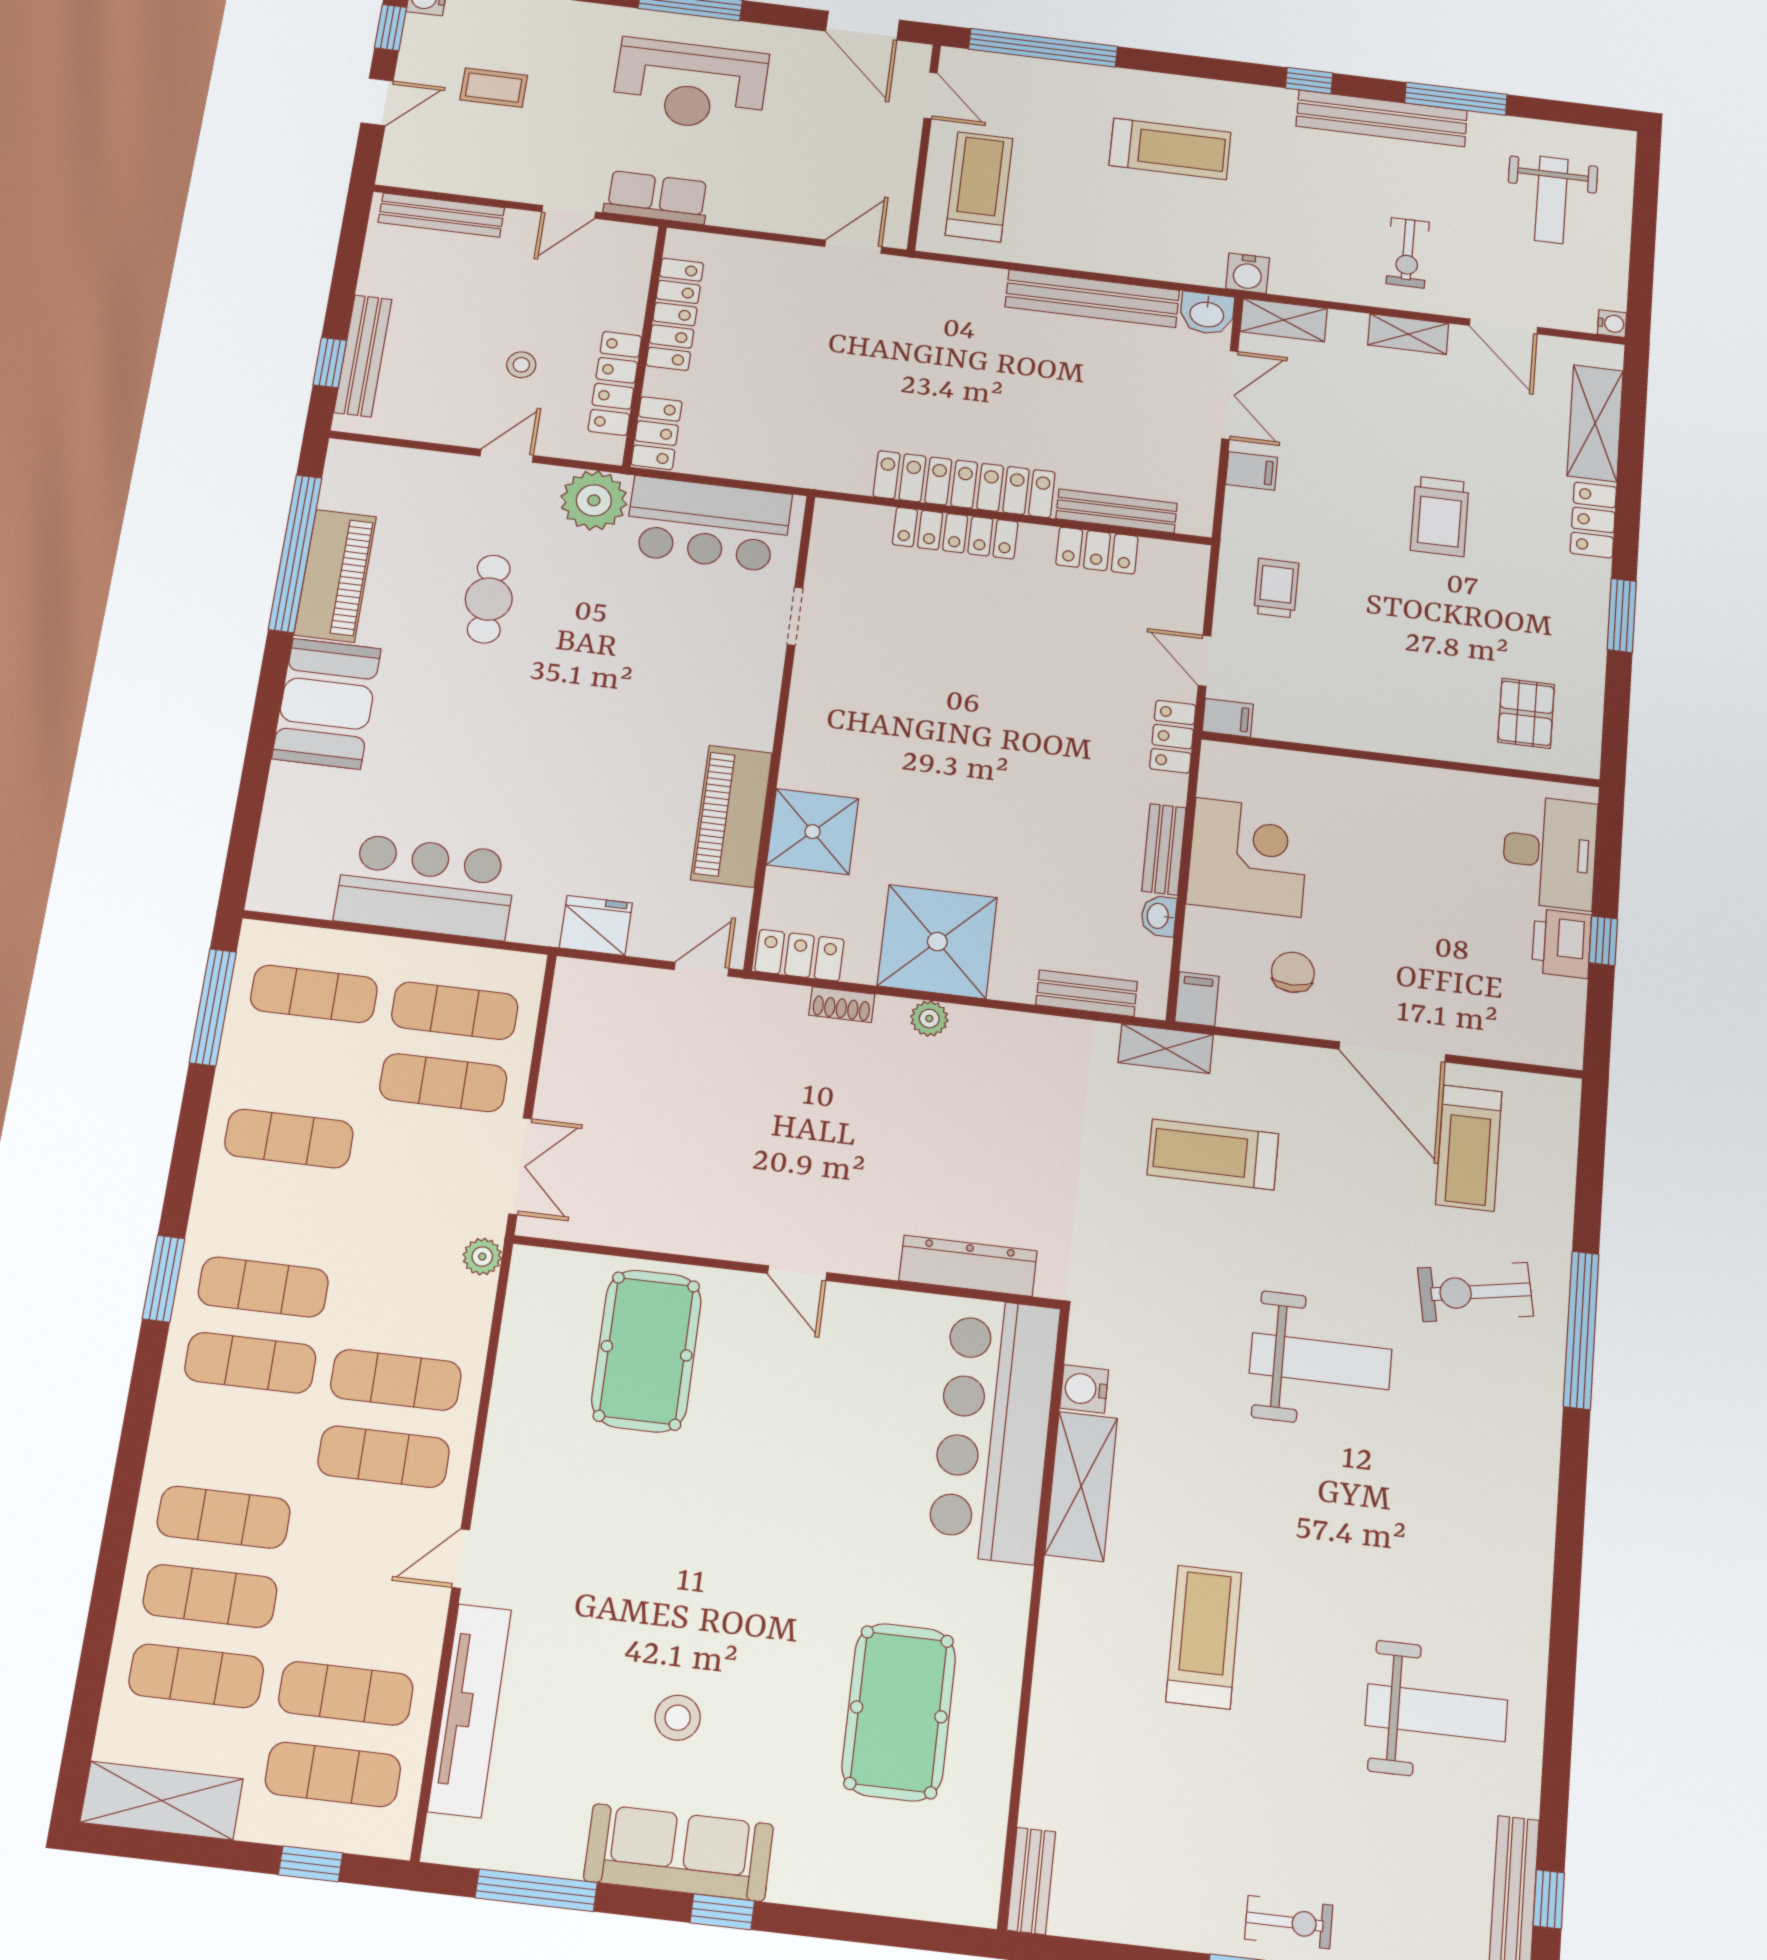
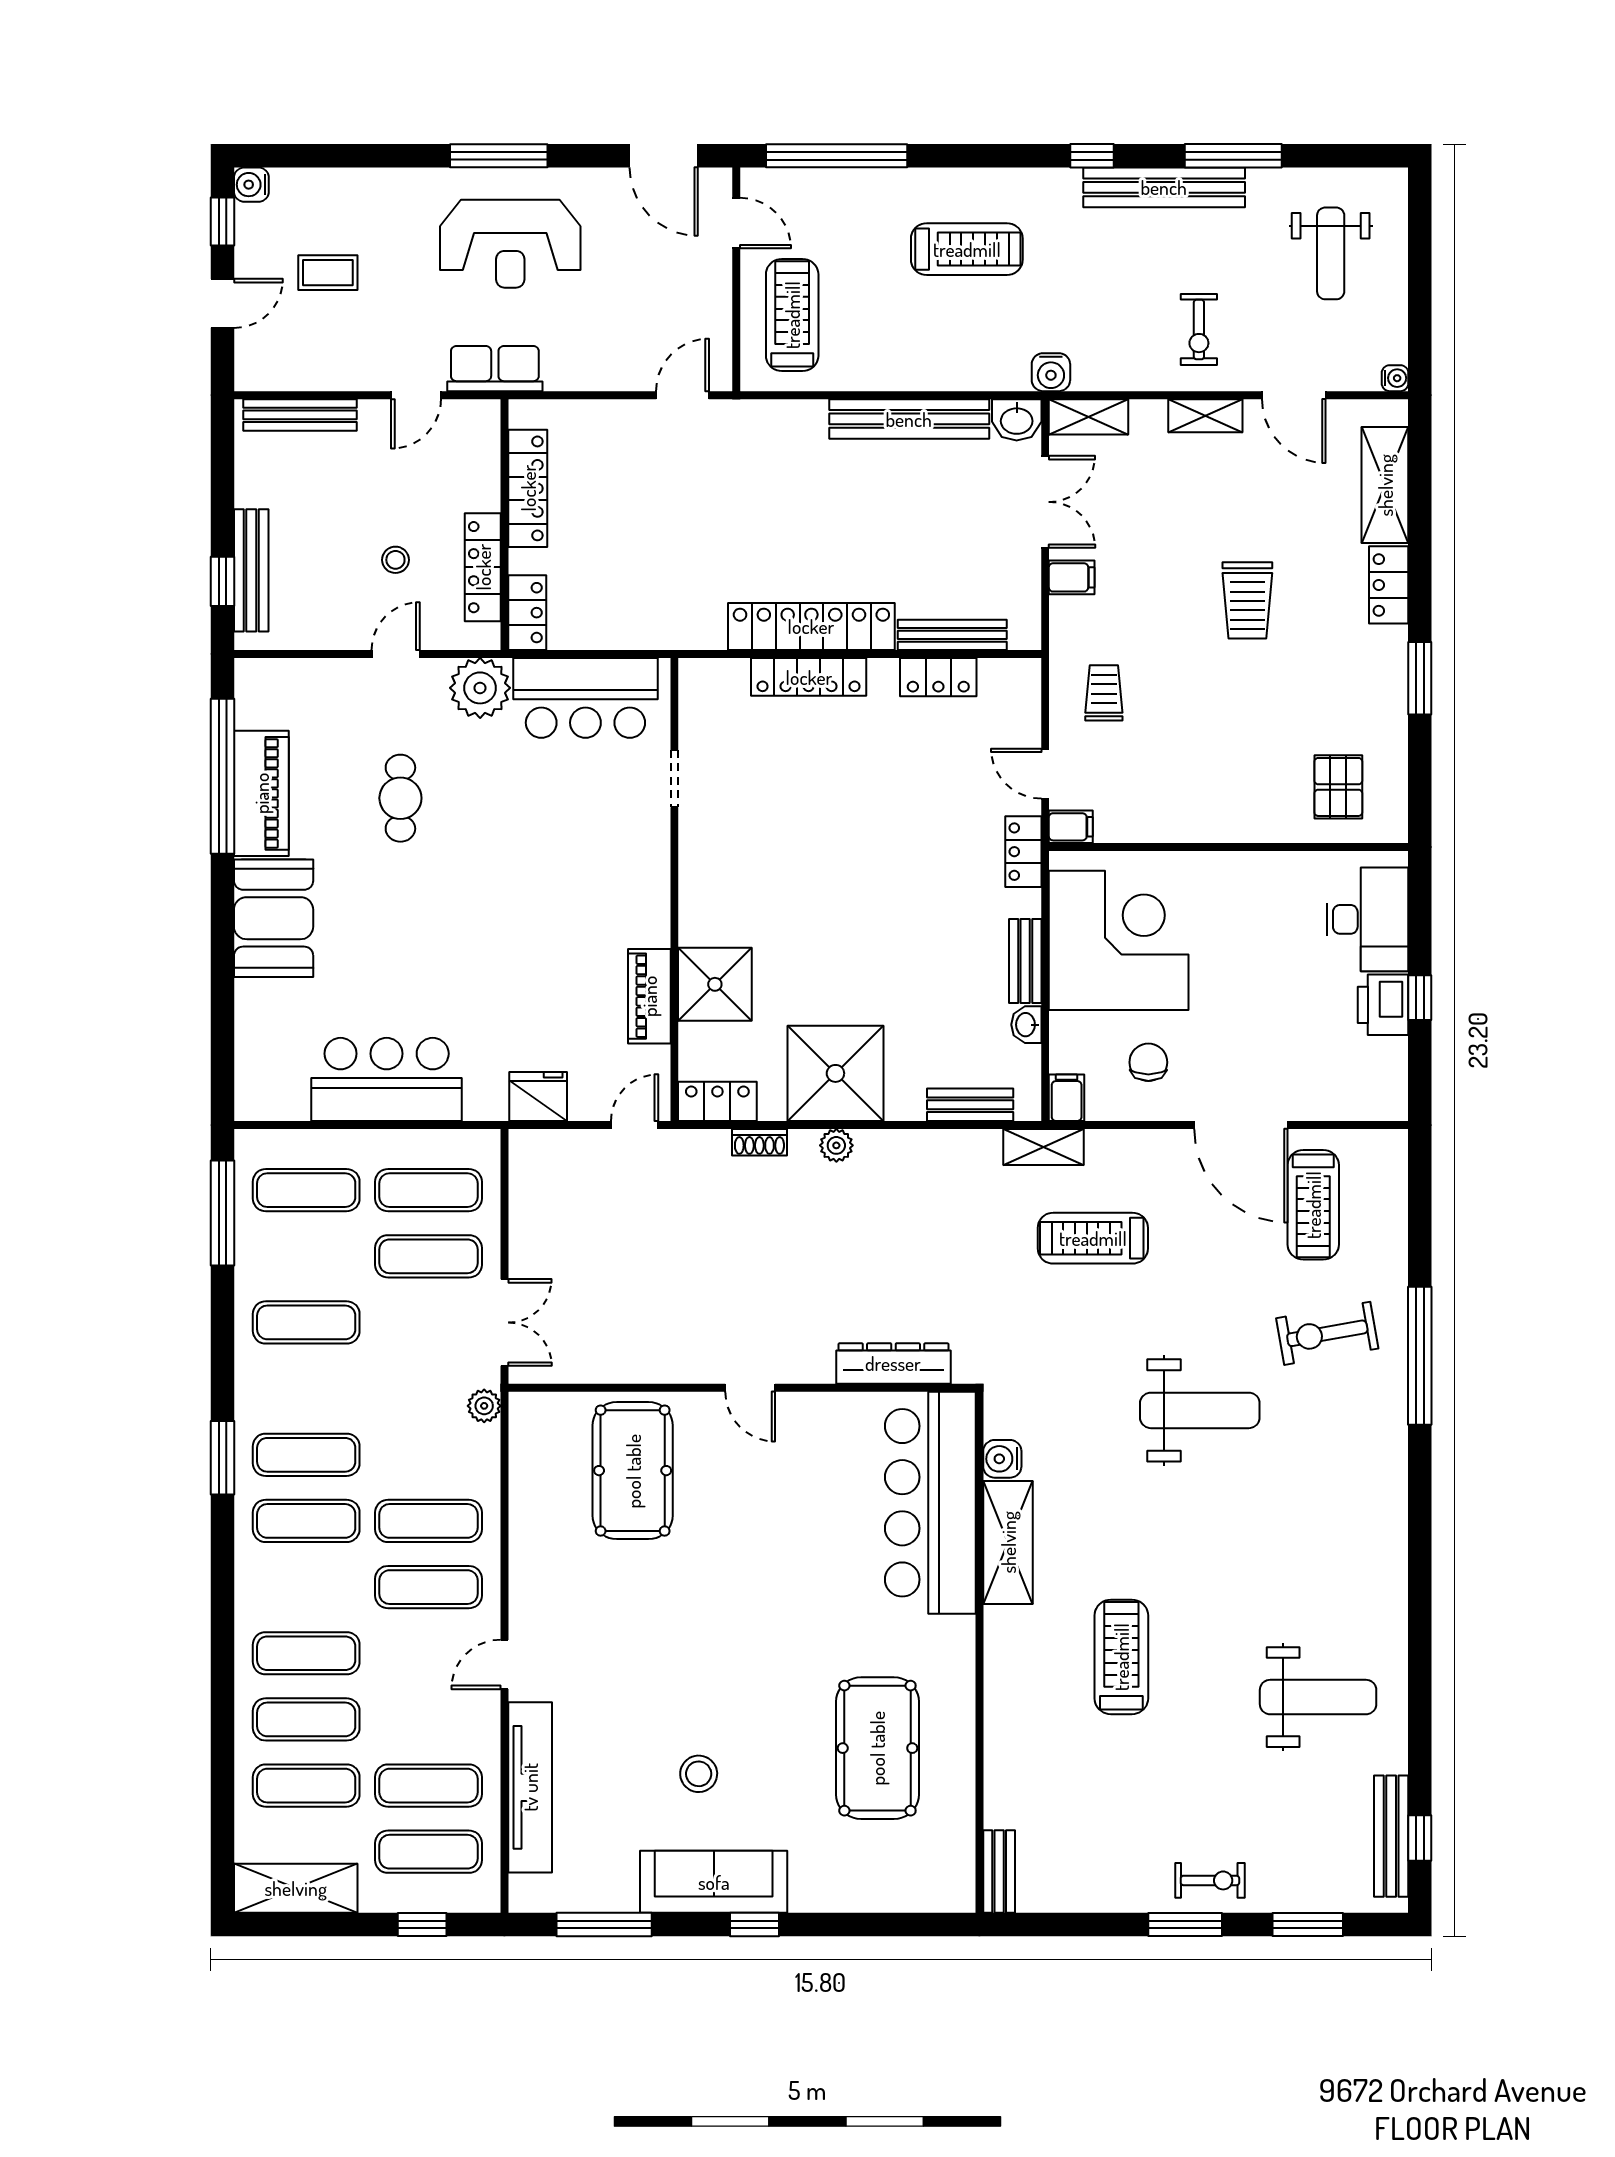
piano: (732, 816) -> (649, 996), width x0.73, depth x0.75
corner desk: (1248, 857) -> (1119, 940), width x1.36, depth x1.36

